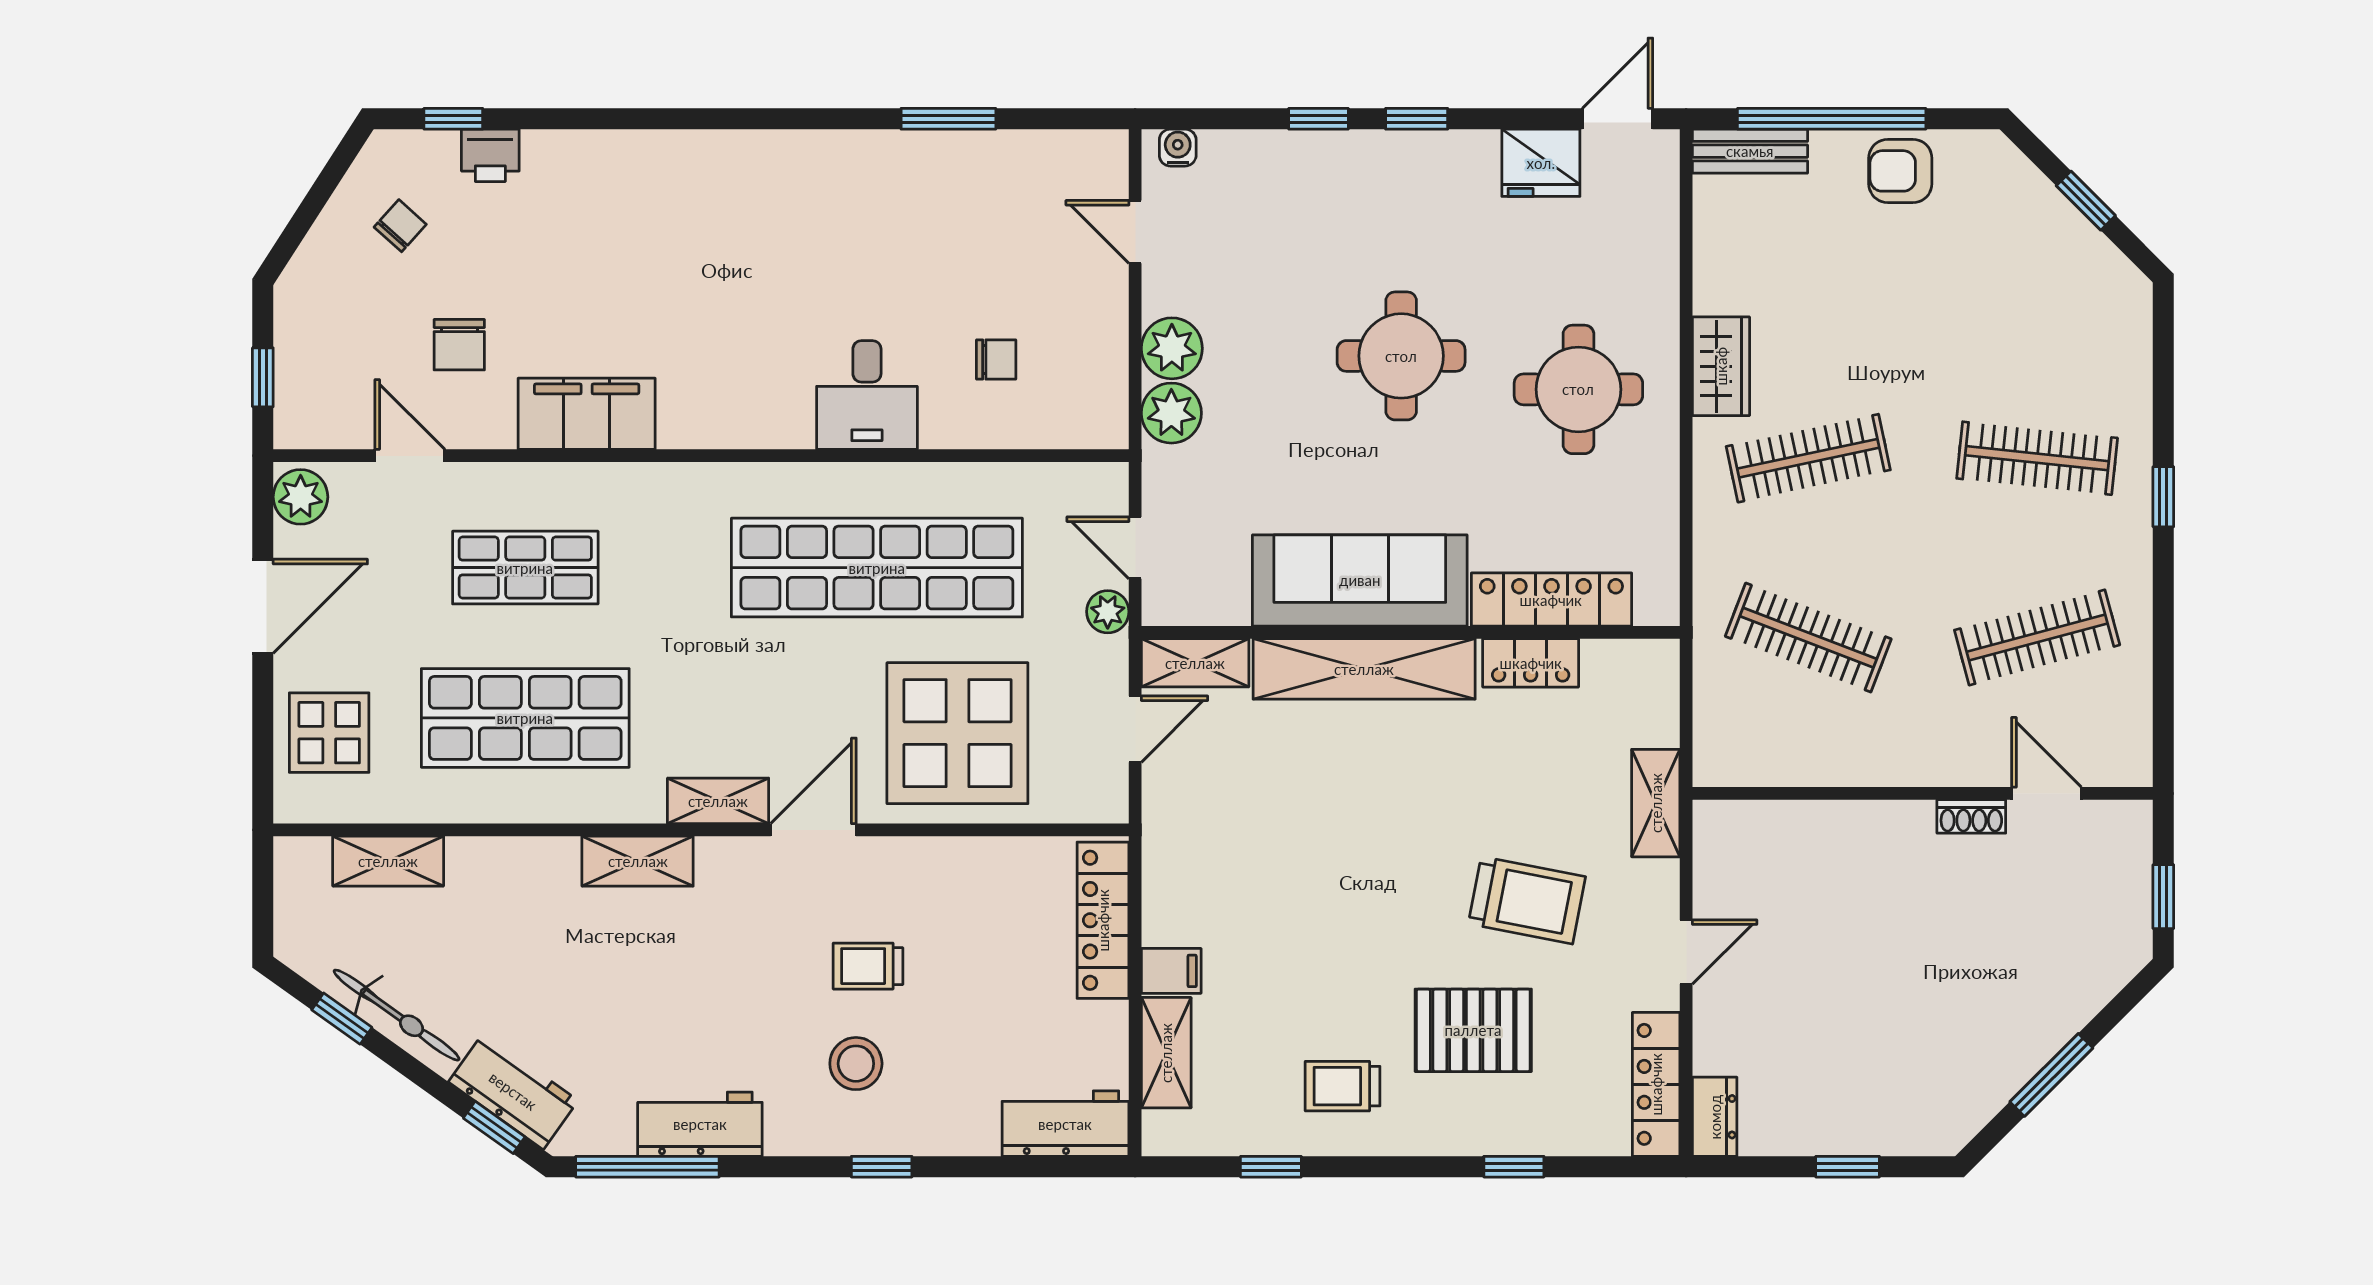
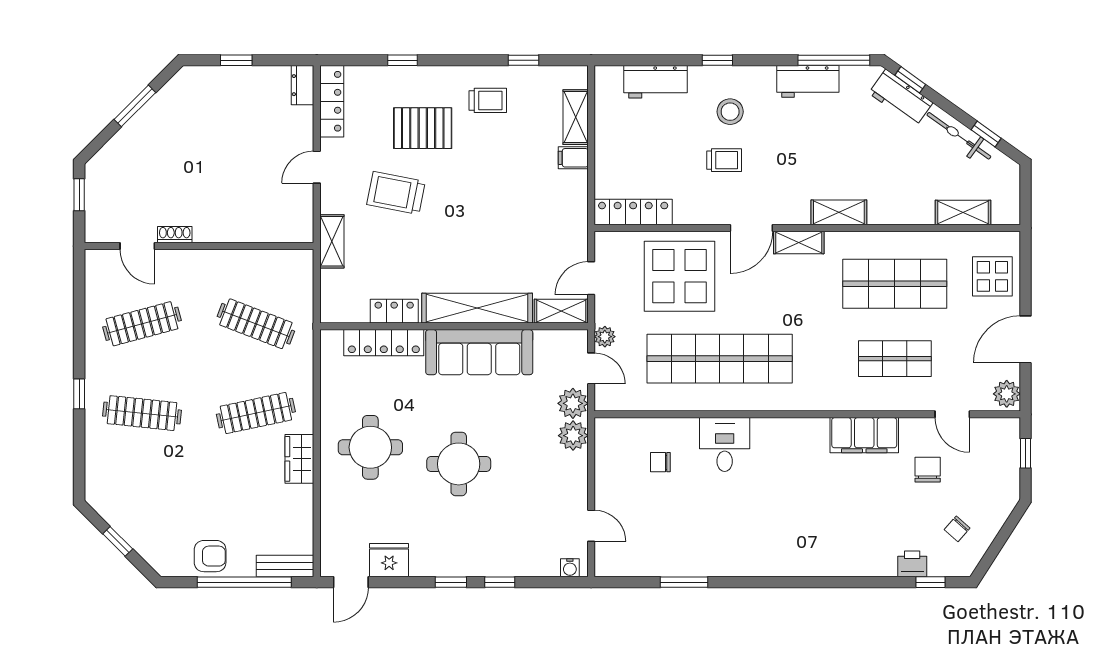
plant: (1172, 348) -> (573, 403), moved
locker: (1103, 920) -> (633, 212), moved, turned -90
workbench: (1065, 1124) -> (656, 82), moved

